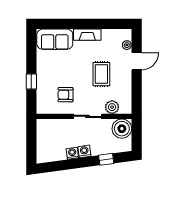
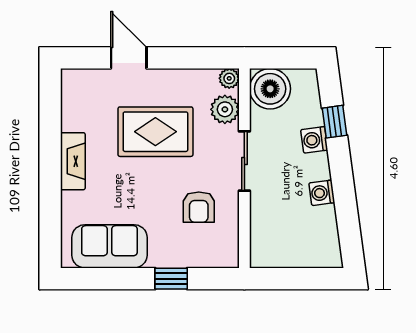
sofa: (55, 39) -> (109, 246), moved, turned -90
plant: (127, 45) -> (229, 78), moved
rug: (101, 74) -> (155, 132), width x1.36, depth x1.43
washing machine: (84, 151) -> (314, 140), moved

